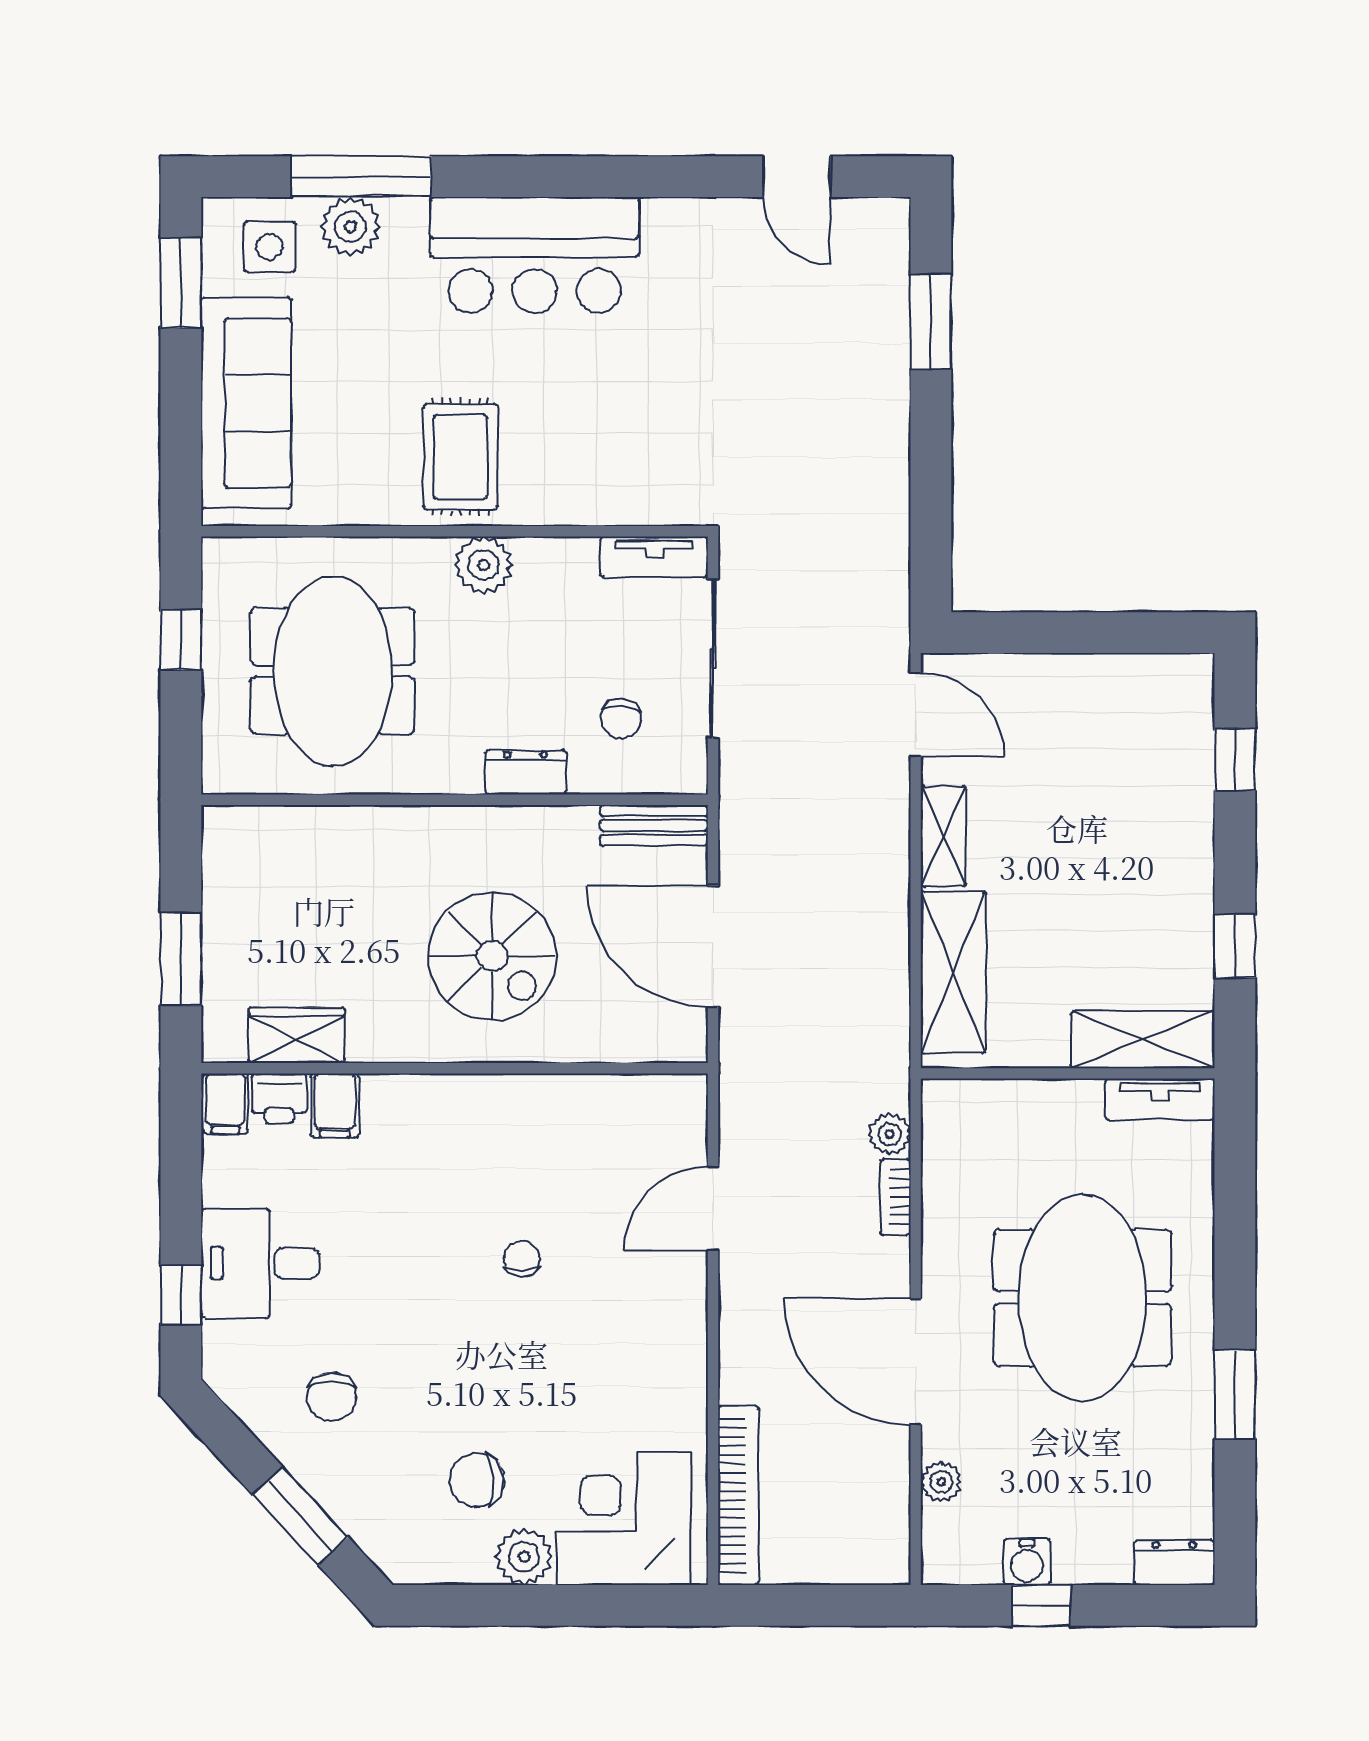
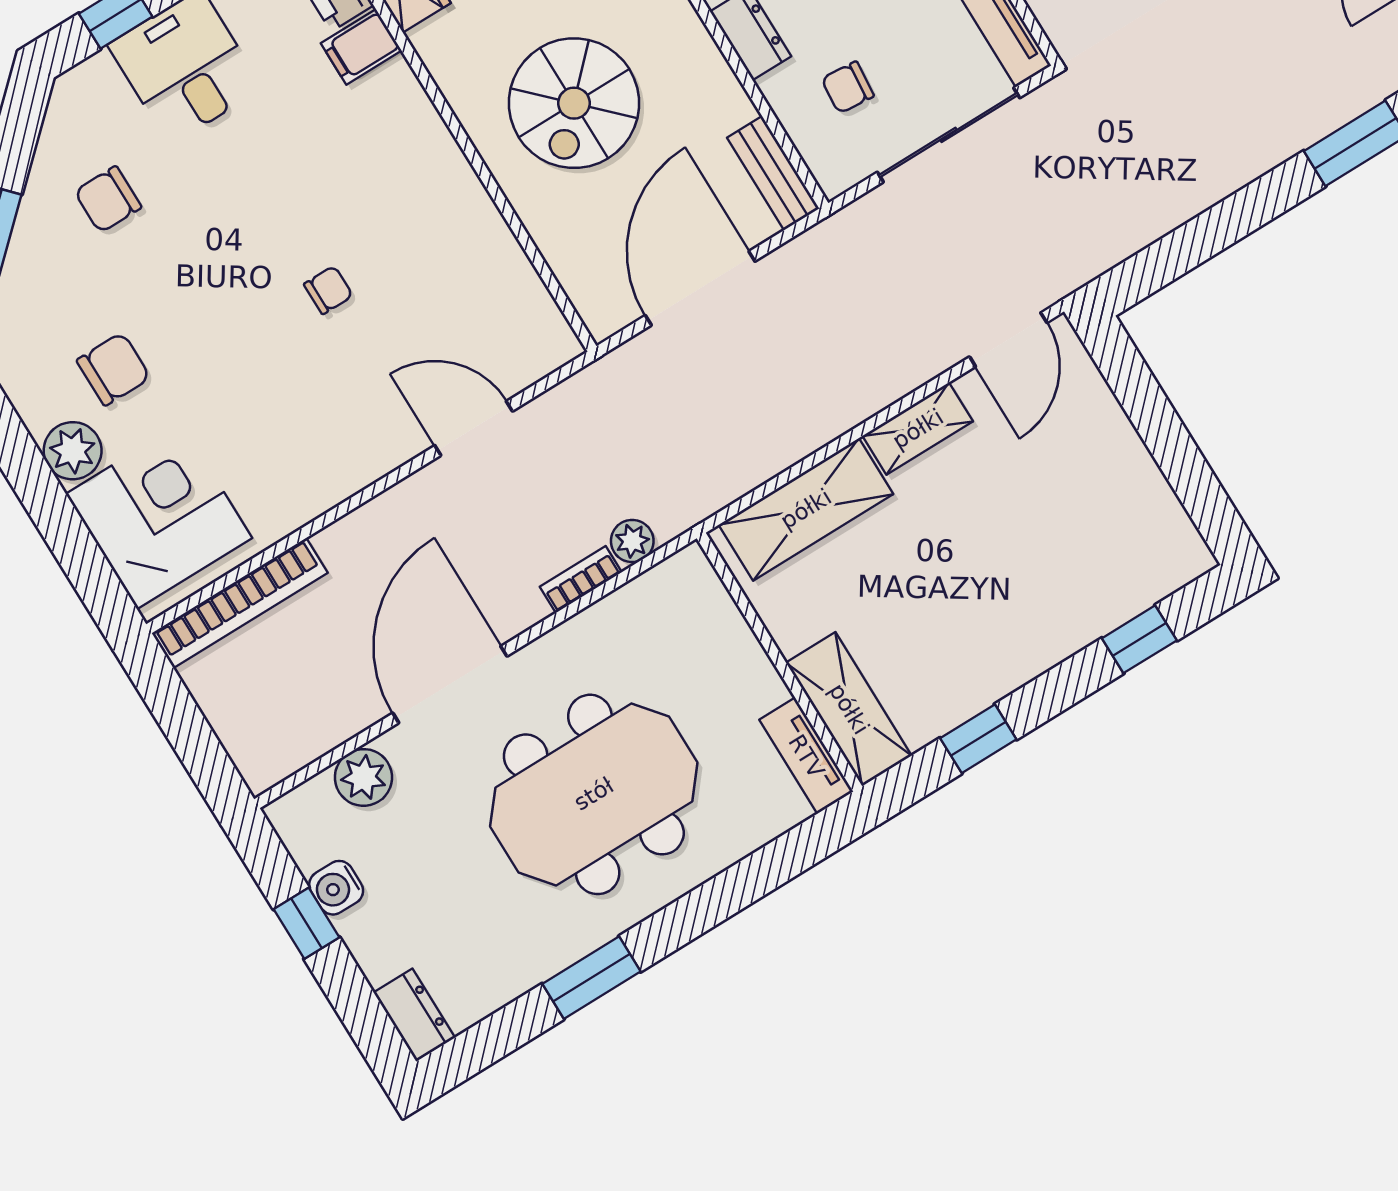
chair: (477, 1480) -> (114, 369), turned 95
plant: (941, 1482) -> (363, 777), width x1.38, depth x1.38

